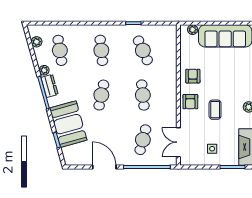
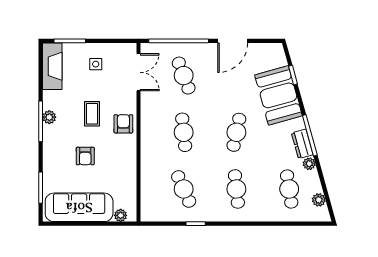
armchair: (193, 76) -> (85, 156), moved
cafe table: (143, 140) -> (184, 76), turned -36
door: (104, 167) -> (233, 41), hinge flipped

